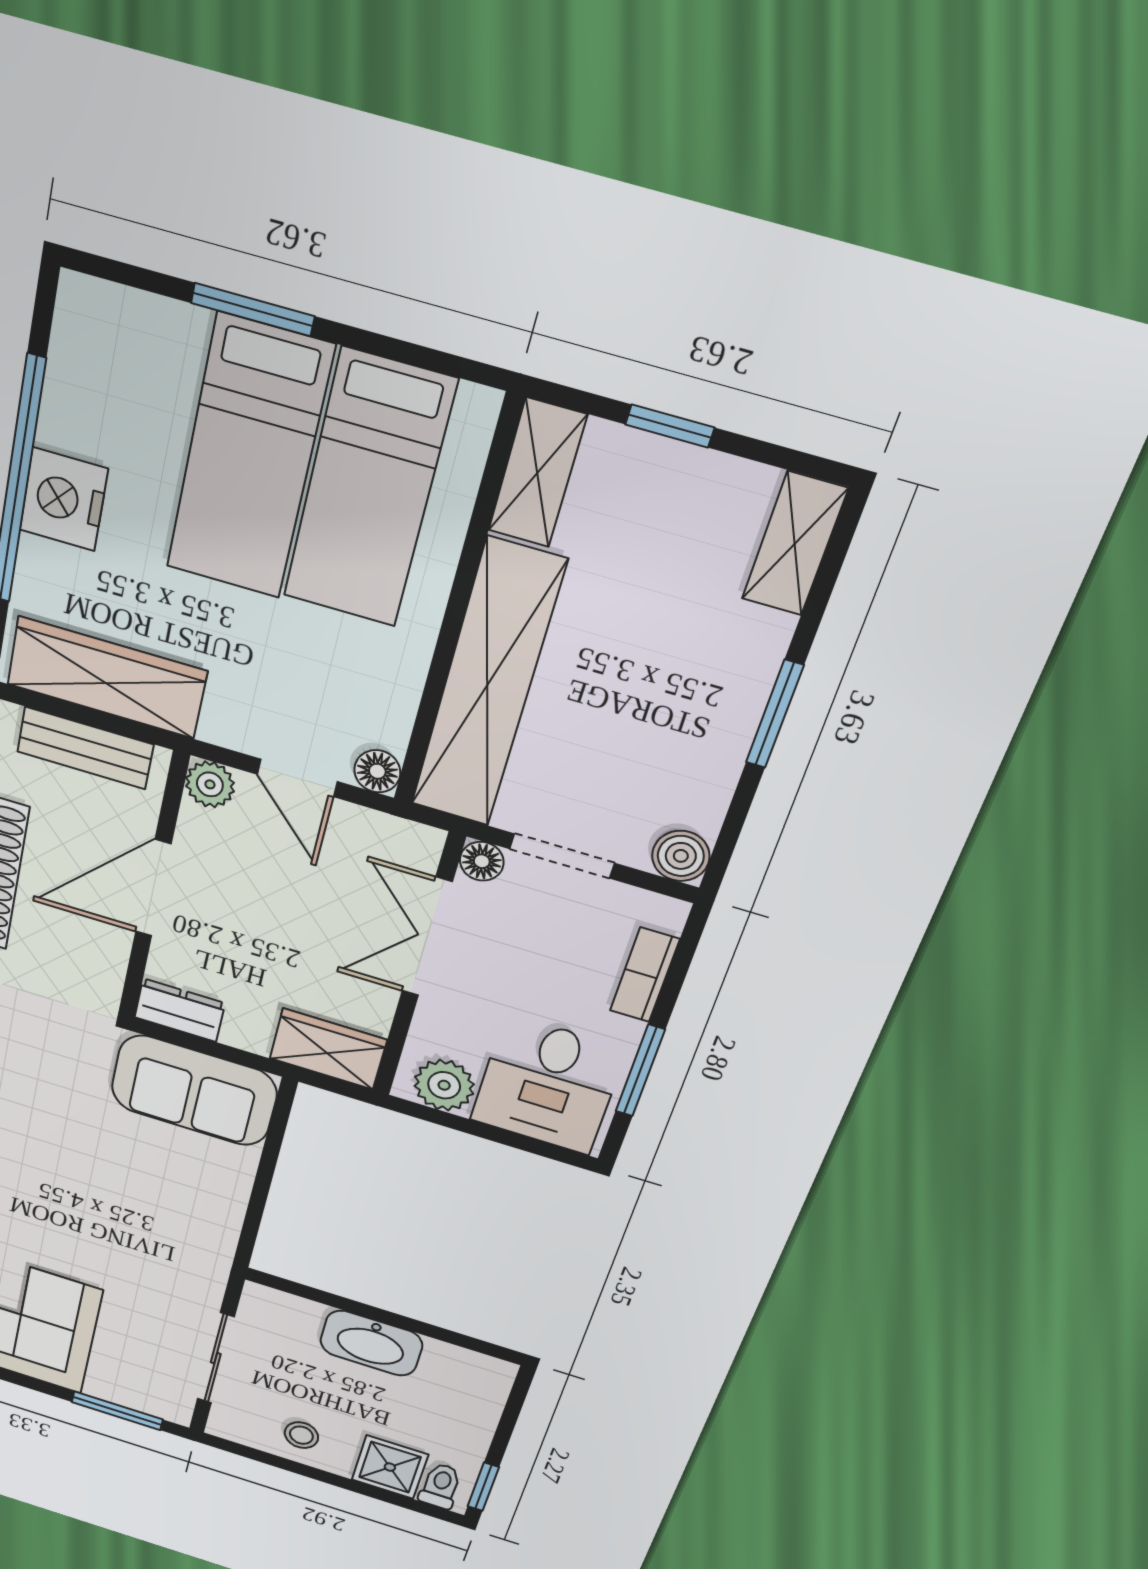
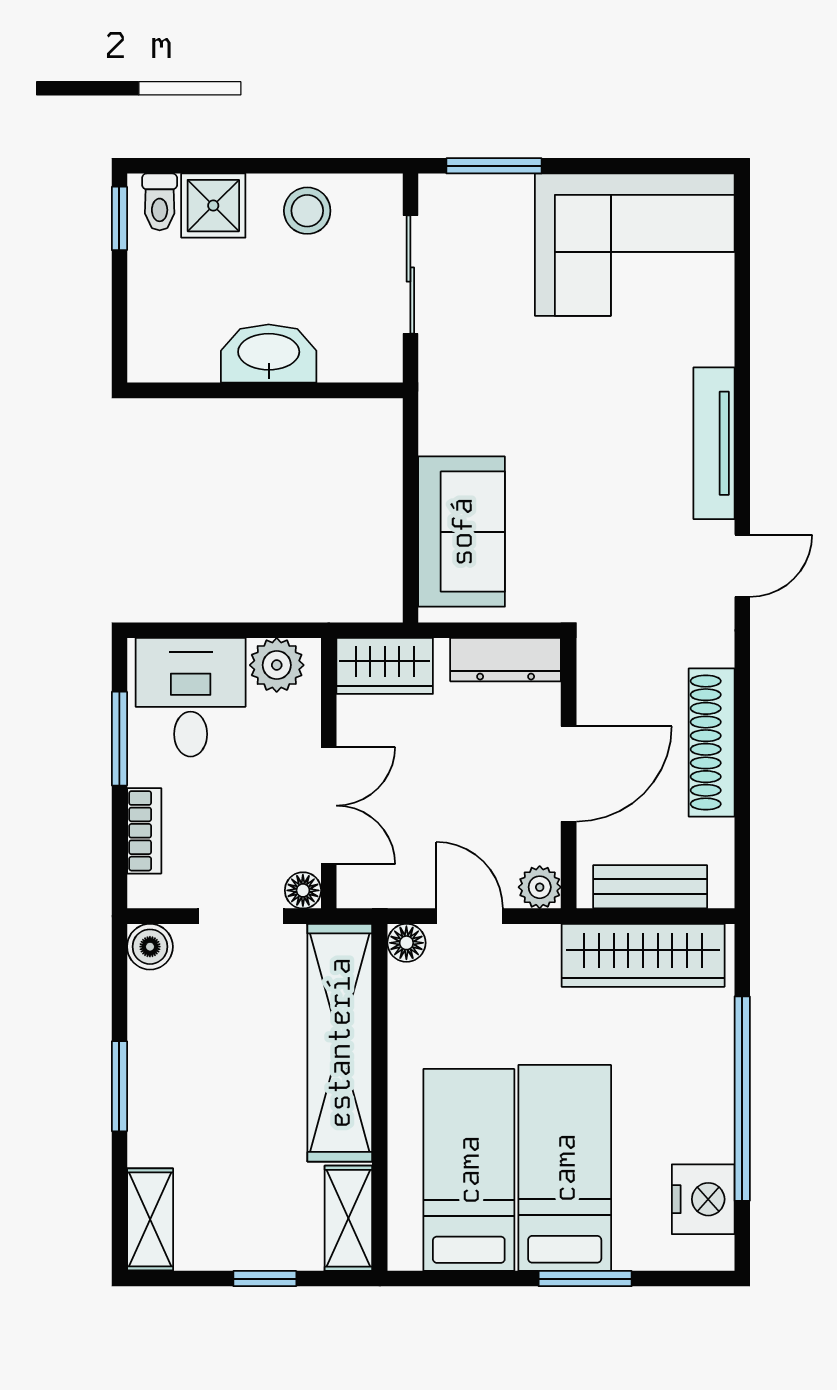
nightstand: (64, 499) -> (703, 1199), moved
dresser: (180, 1010) -> (506, 660), width x1.44
sofa: (194, 1091) -> (462, 532), moved, turned 90
stool: (301, 1435) -> (307, 211), width x1.37, depth x1.37

